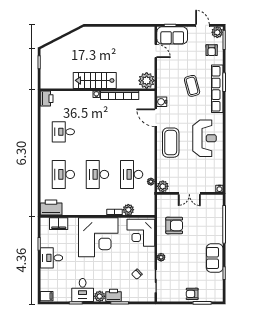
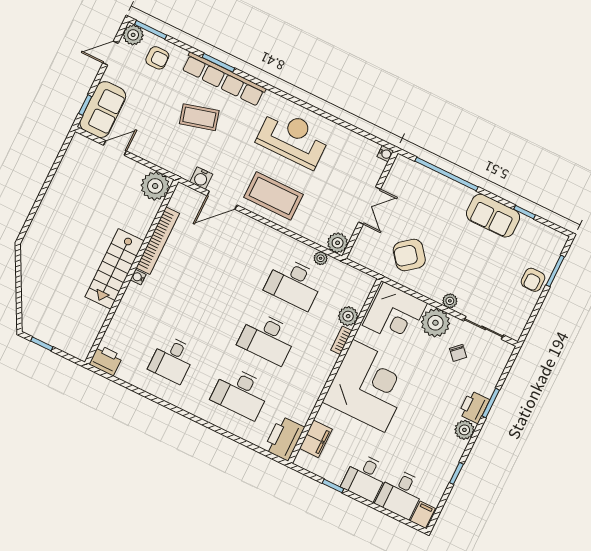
armchair: (174, 225) -> (409, 255), turned -128
plant: (147, 255) -> (435, 323), added
desk: (83, 290) -> (401, 493), moved, turned 90

